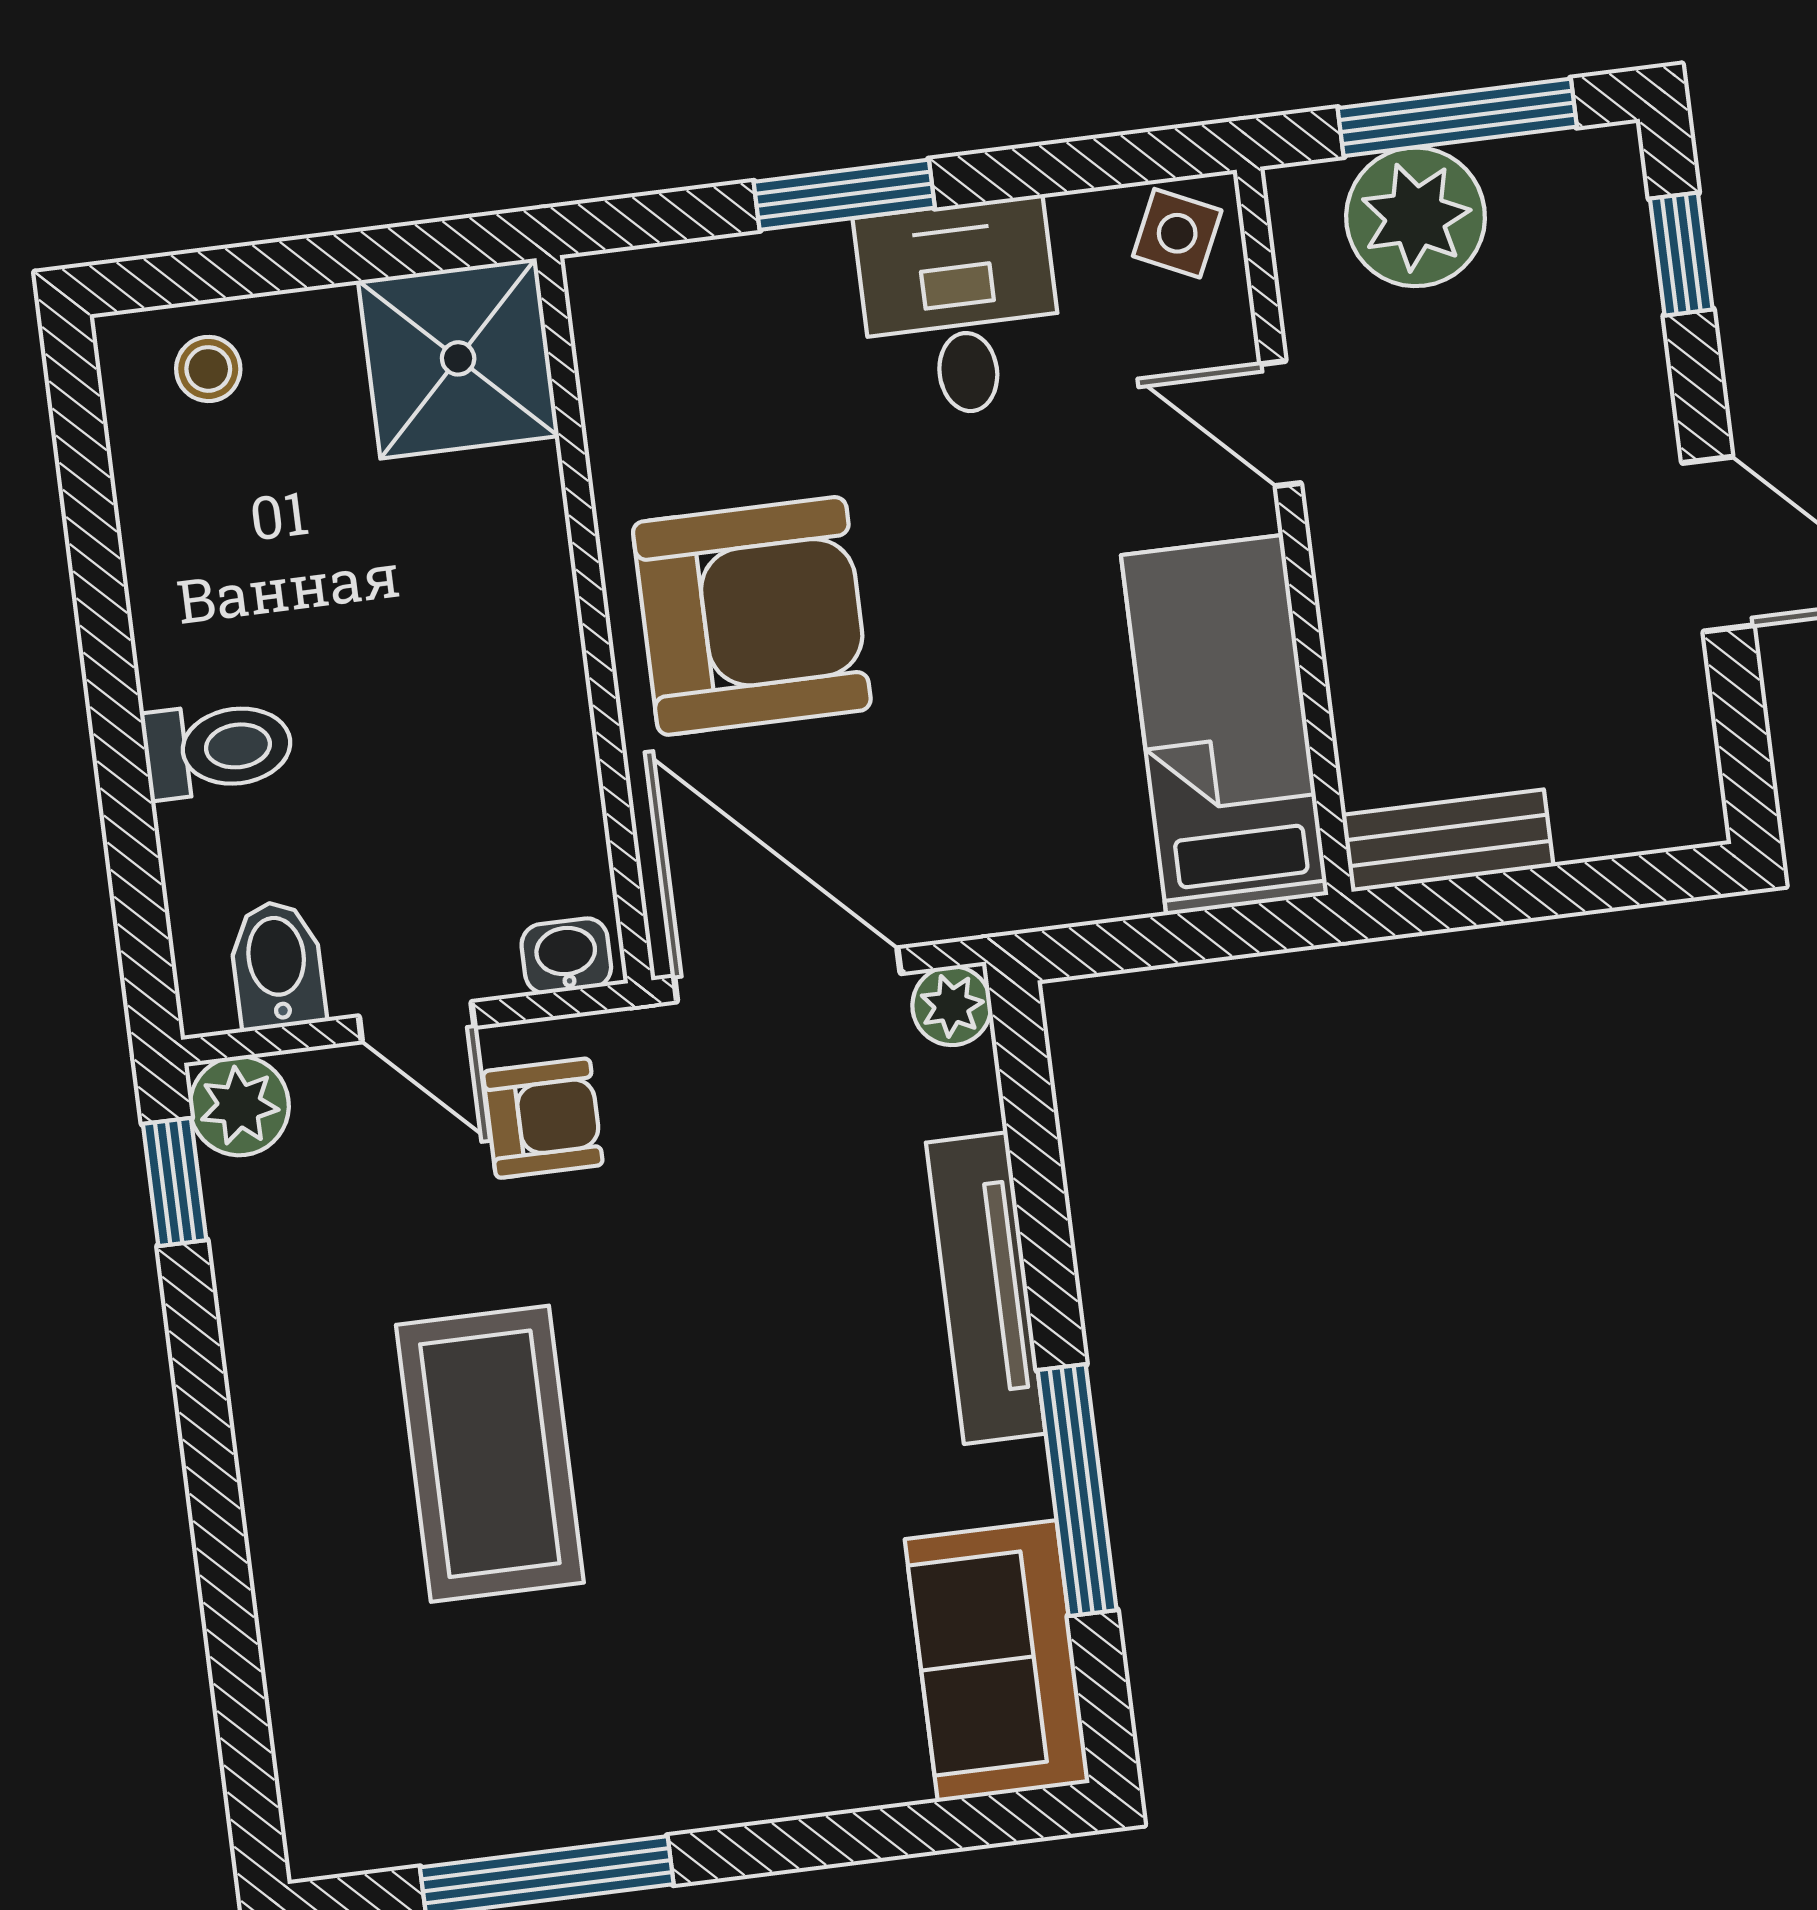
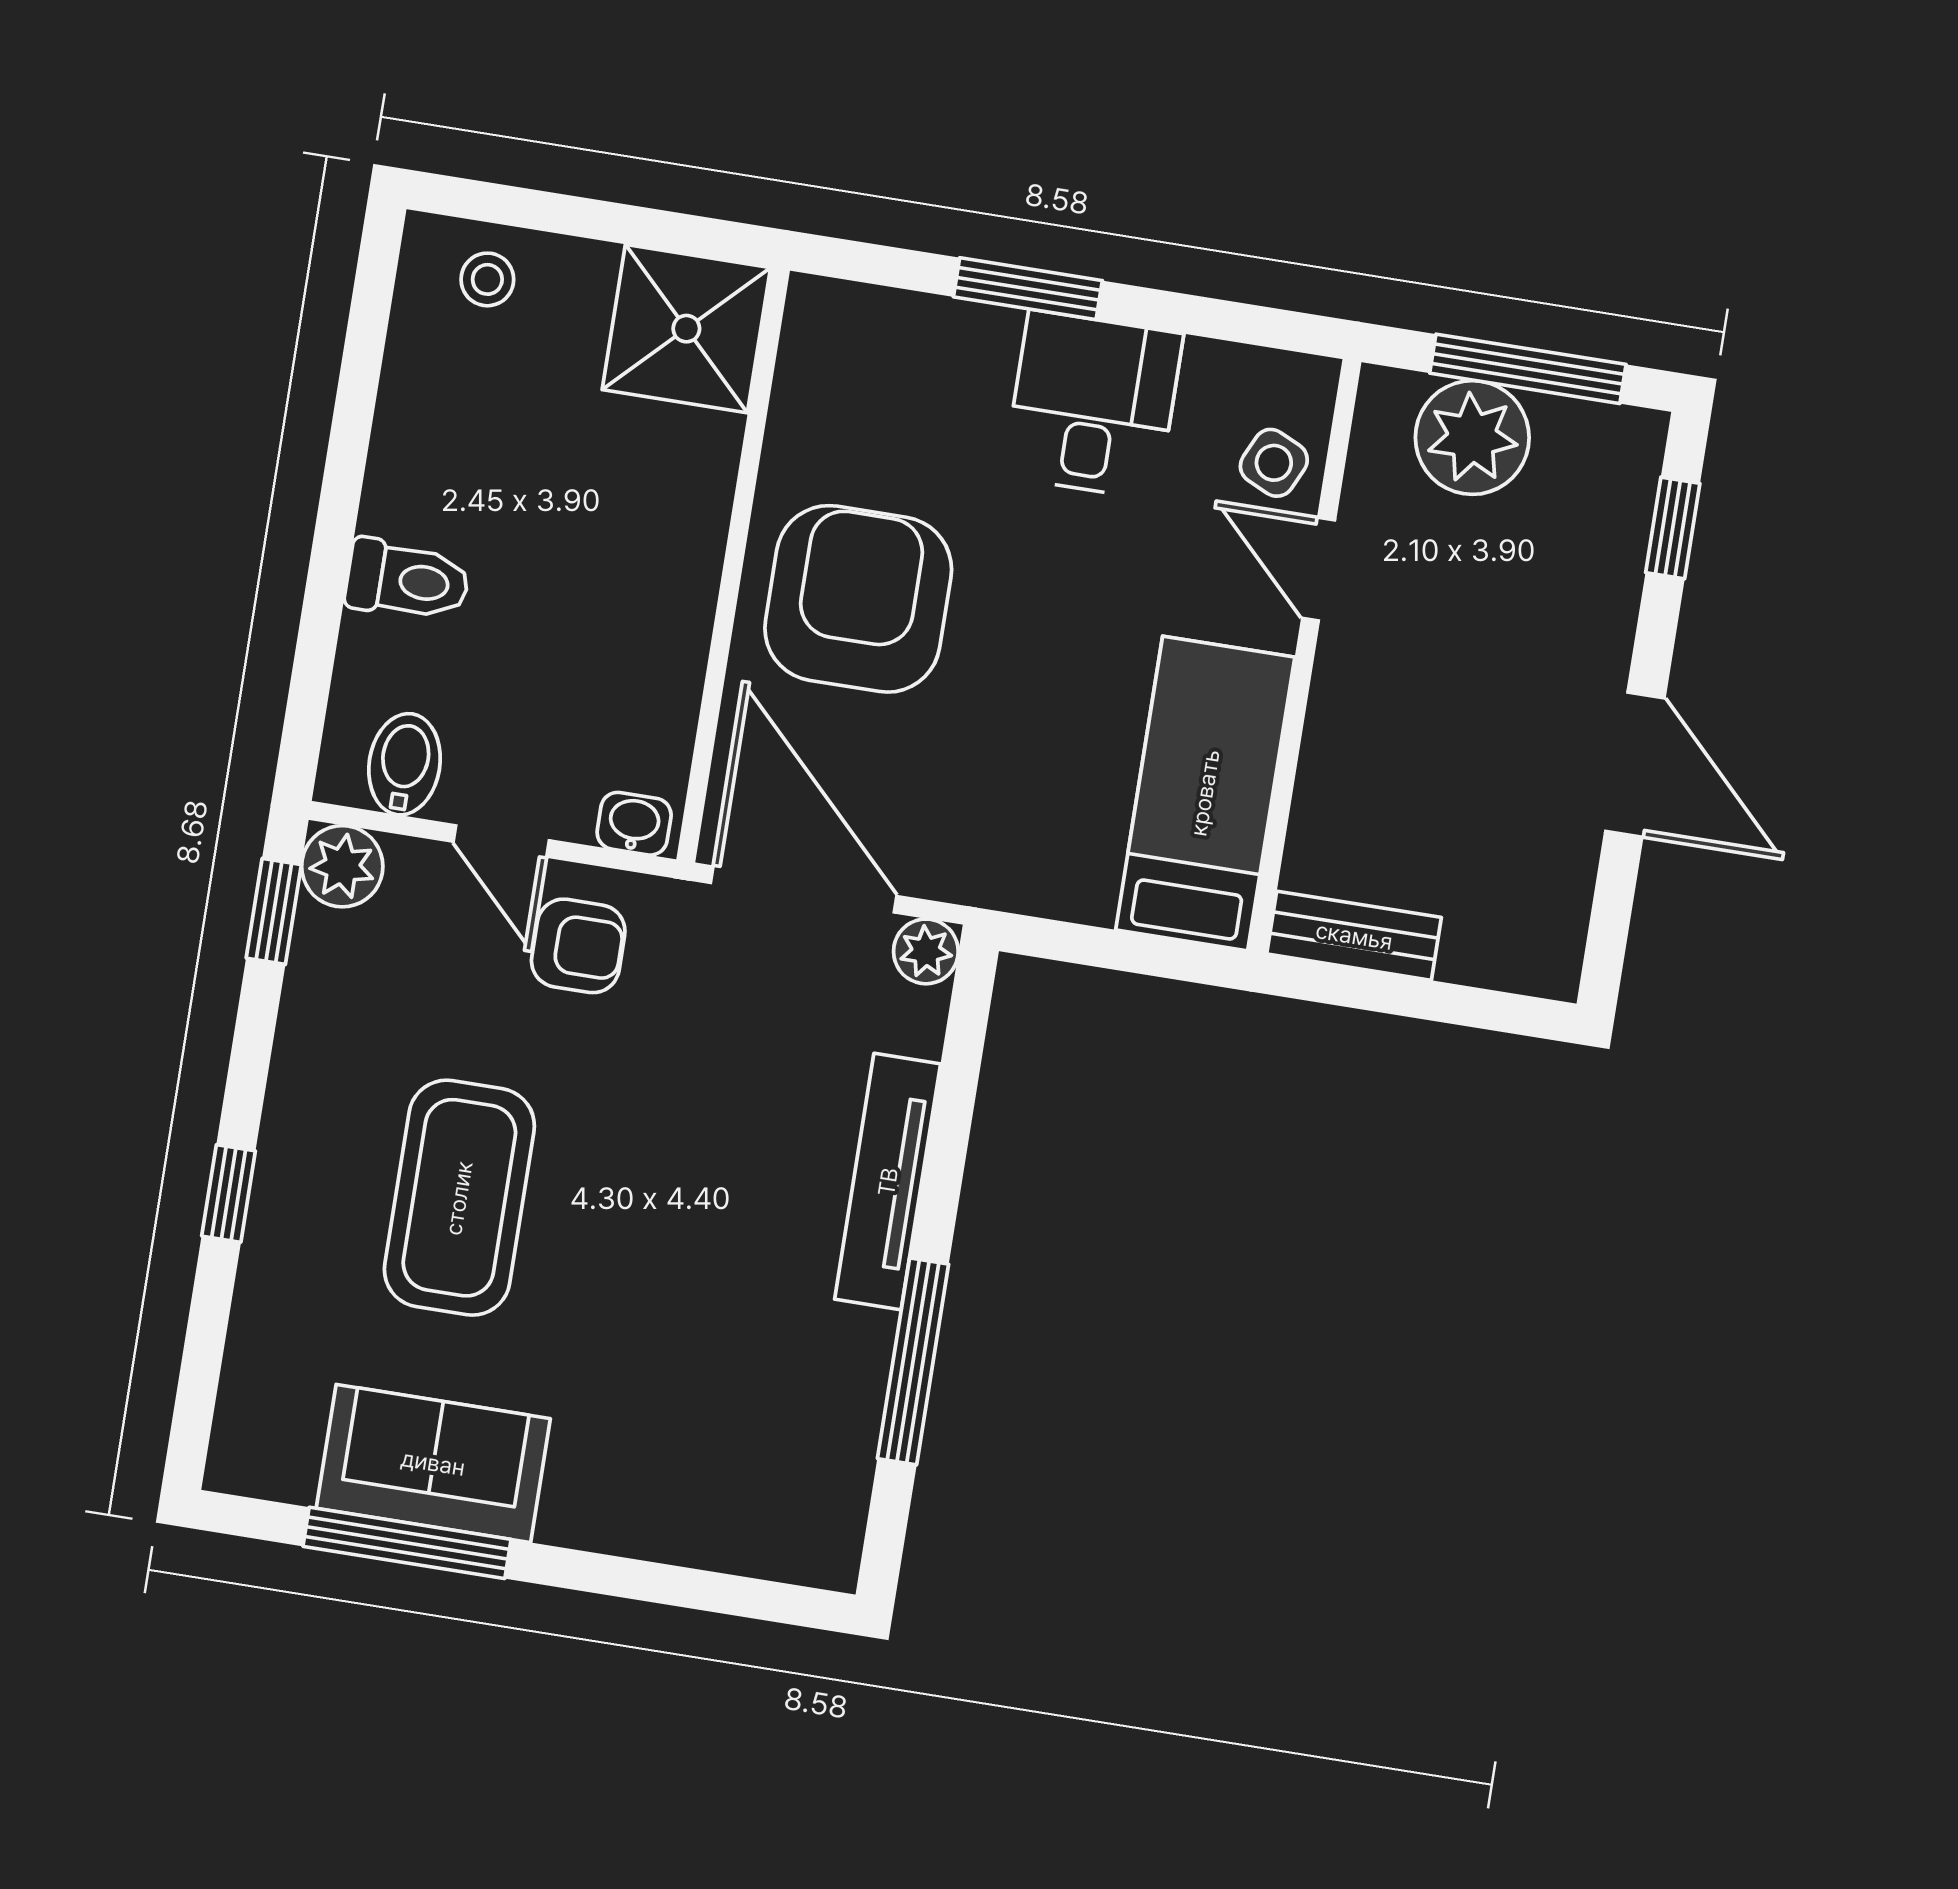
side table: (1177, 233) -> (1274, 463), moved
armchair: (752, 616) -> (858, 599), turned -90
window: (218, 1528) -> (229, 1193), added
sofa: (997, 1661) -> (433, 1463), moved, turned 90

